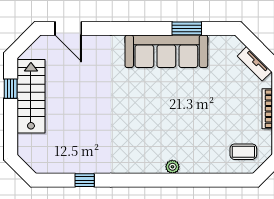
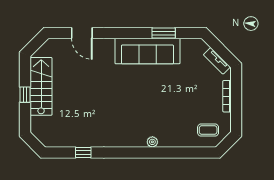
door: (68, 28) -> (82, 33), moved
window: (11, 89) -> (25, 95), moved

